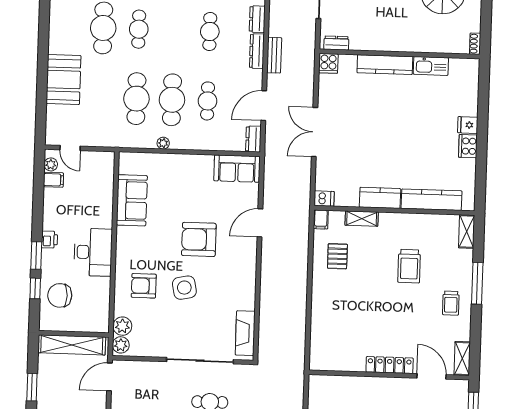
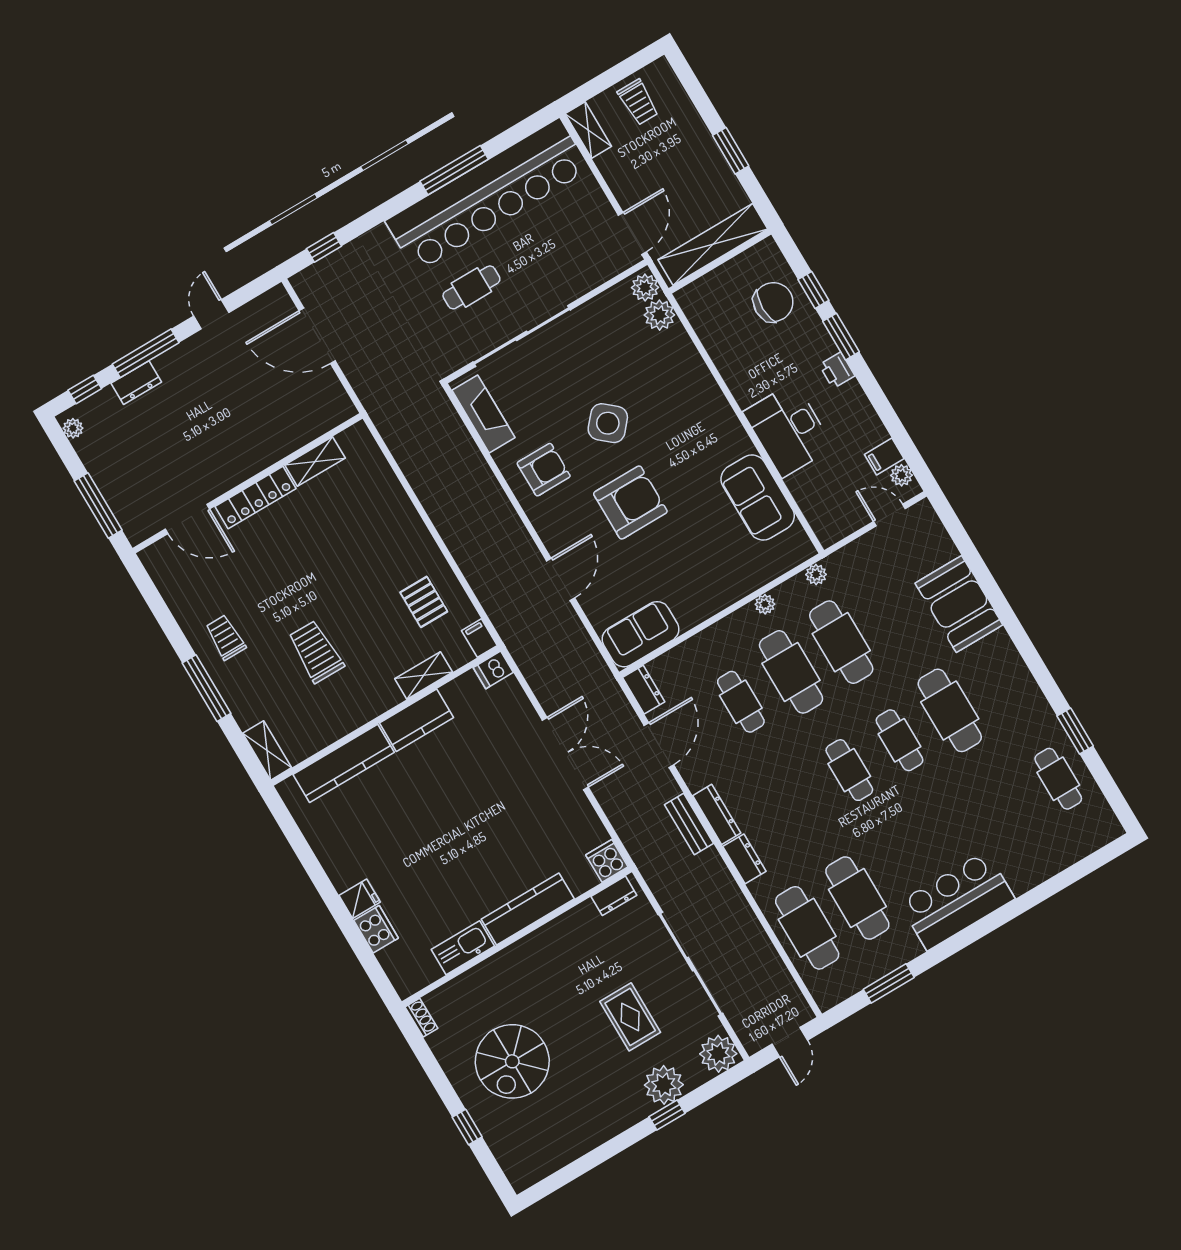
cafe table: (210, 31) -> (849, 770), moved
plant: (127, 142) -> (816, 574), added
cooker: (468, 146) -> (376, 929), moved
desk: (93, 252) -> (788, 430), moved
armchair: (144, 286) -> (544, 470), moved
side table: (184, 288) -> (608, 423), turned -38
shelving: (462, 359) -> (315, 461), moved, turned 90

